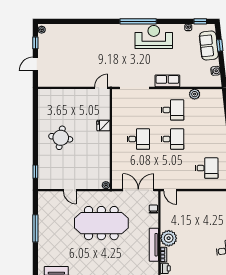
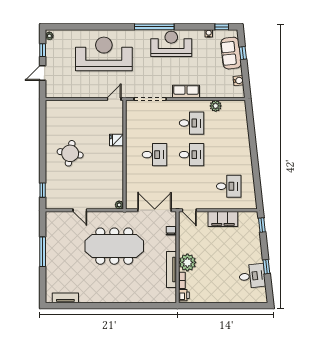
reception desk: (92, 46) -> (104, 54), added
filing cabinet: (201, 198) -> (223, 219), added

